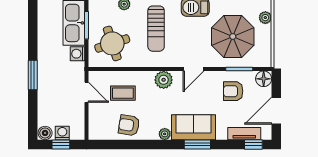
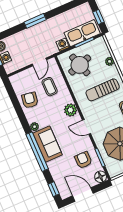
tv unit: (244, 134) -> (58, 180), removed
window: (197, 144) -> (37, 152), width x2.11

